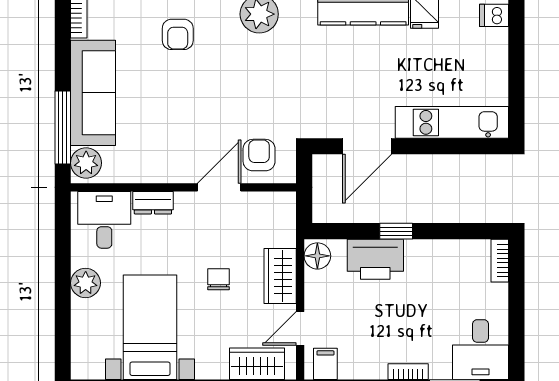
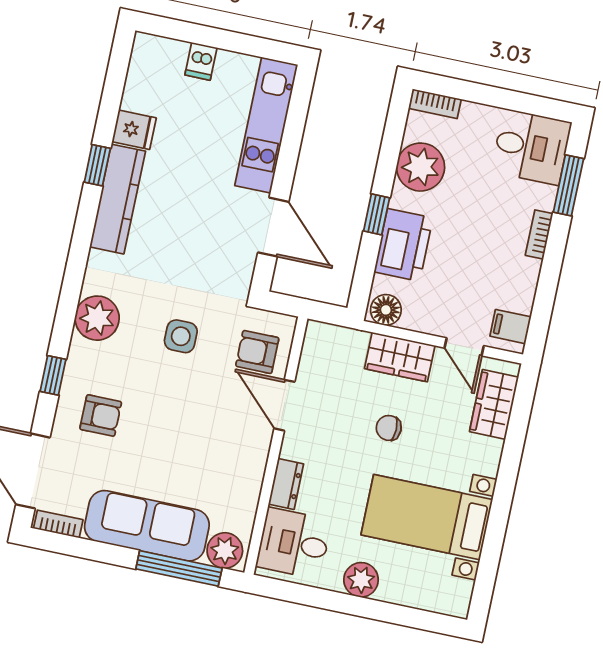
dishwasher: (494, 15) -> (201, 61), moved
side table: (259, 88) -> (181, 336), added
plant: (444, 260) -> (421, 167), added

